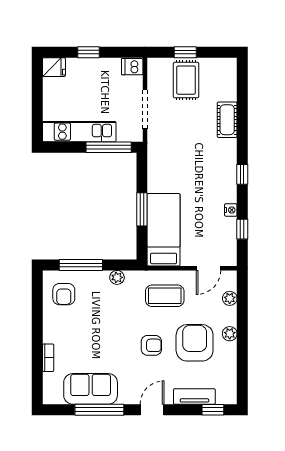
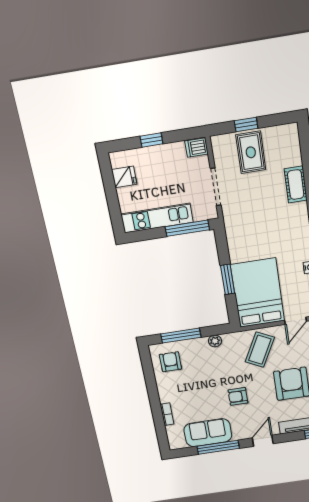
fridge: (54, 67) -> (124, 177), moved
bed: (164, 230) -> (258, 293), width x1.50
armchair: (64, 294) -> (170, 362), turned 180
coffee table: (165, 296) -> (260, 350), turned -63
armchair: (151, 345) -> (238, 396), moved, turned 180

